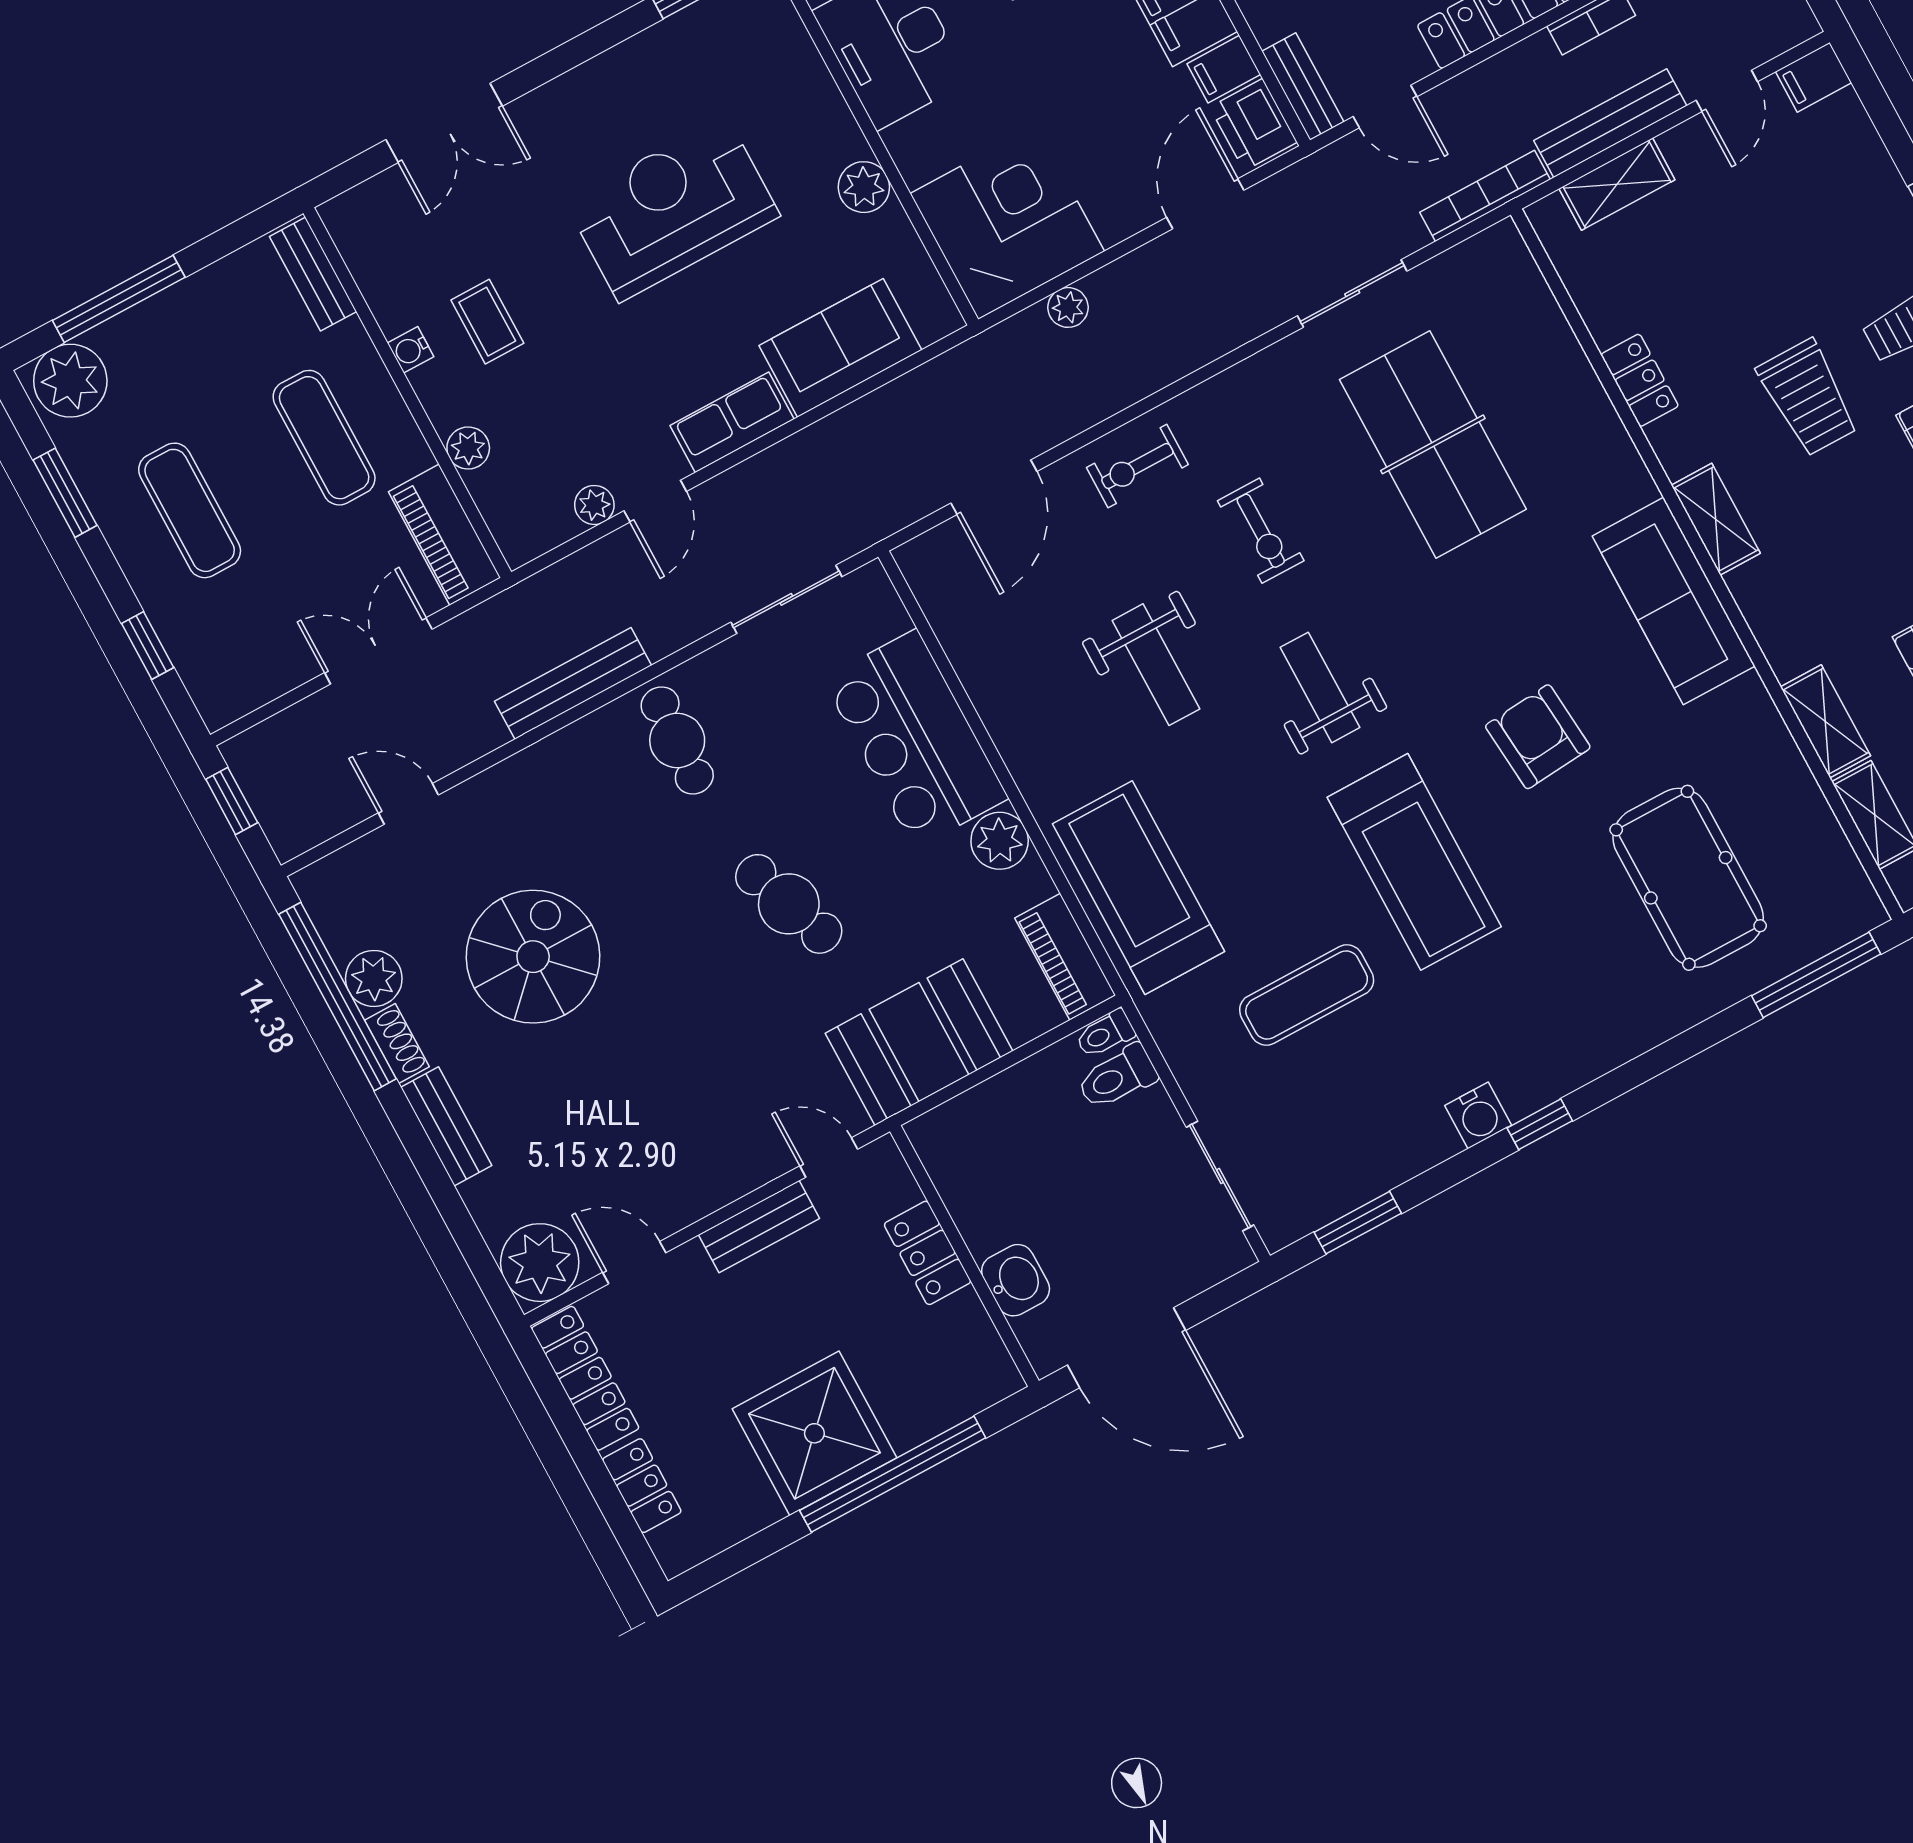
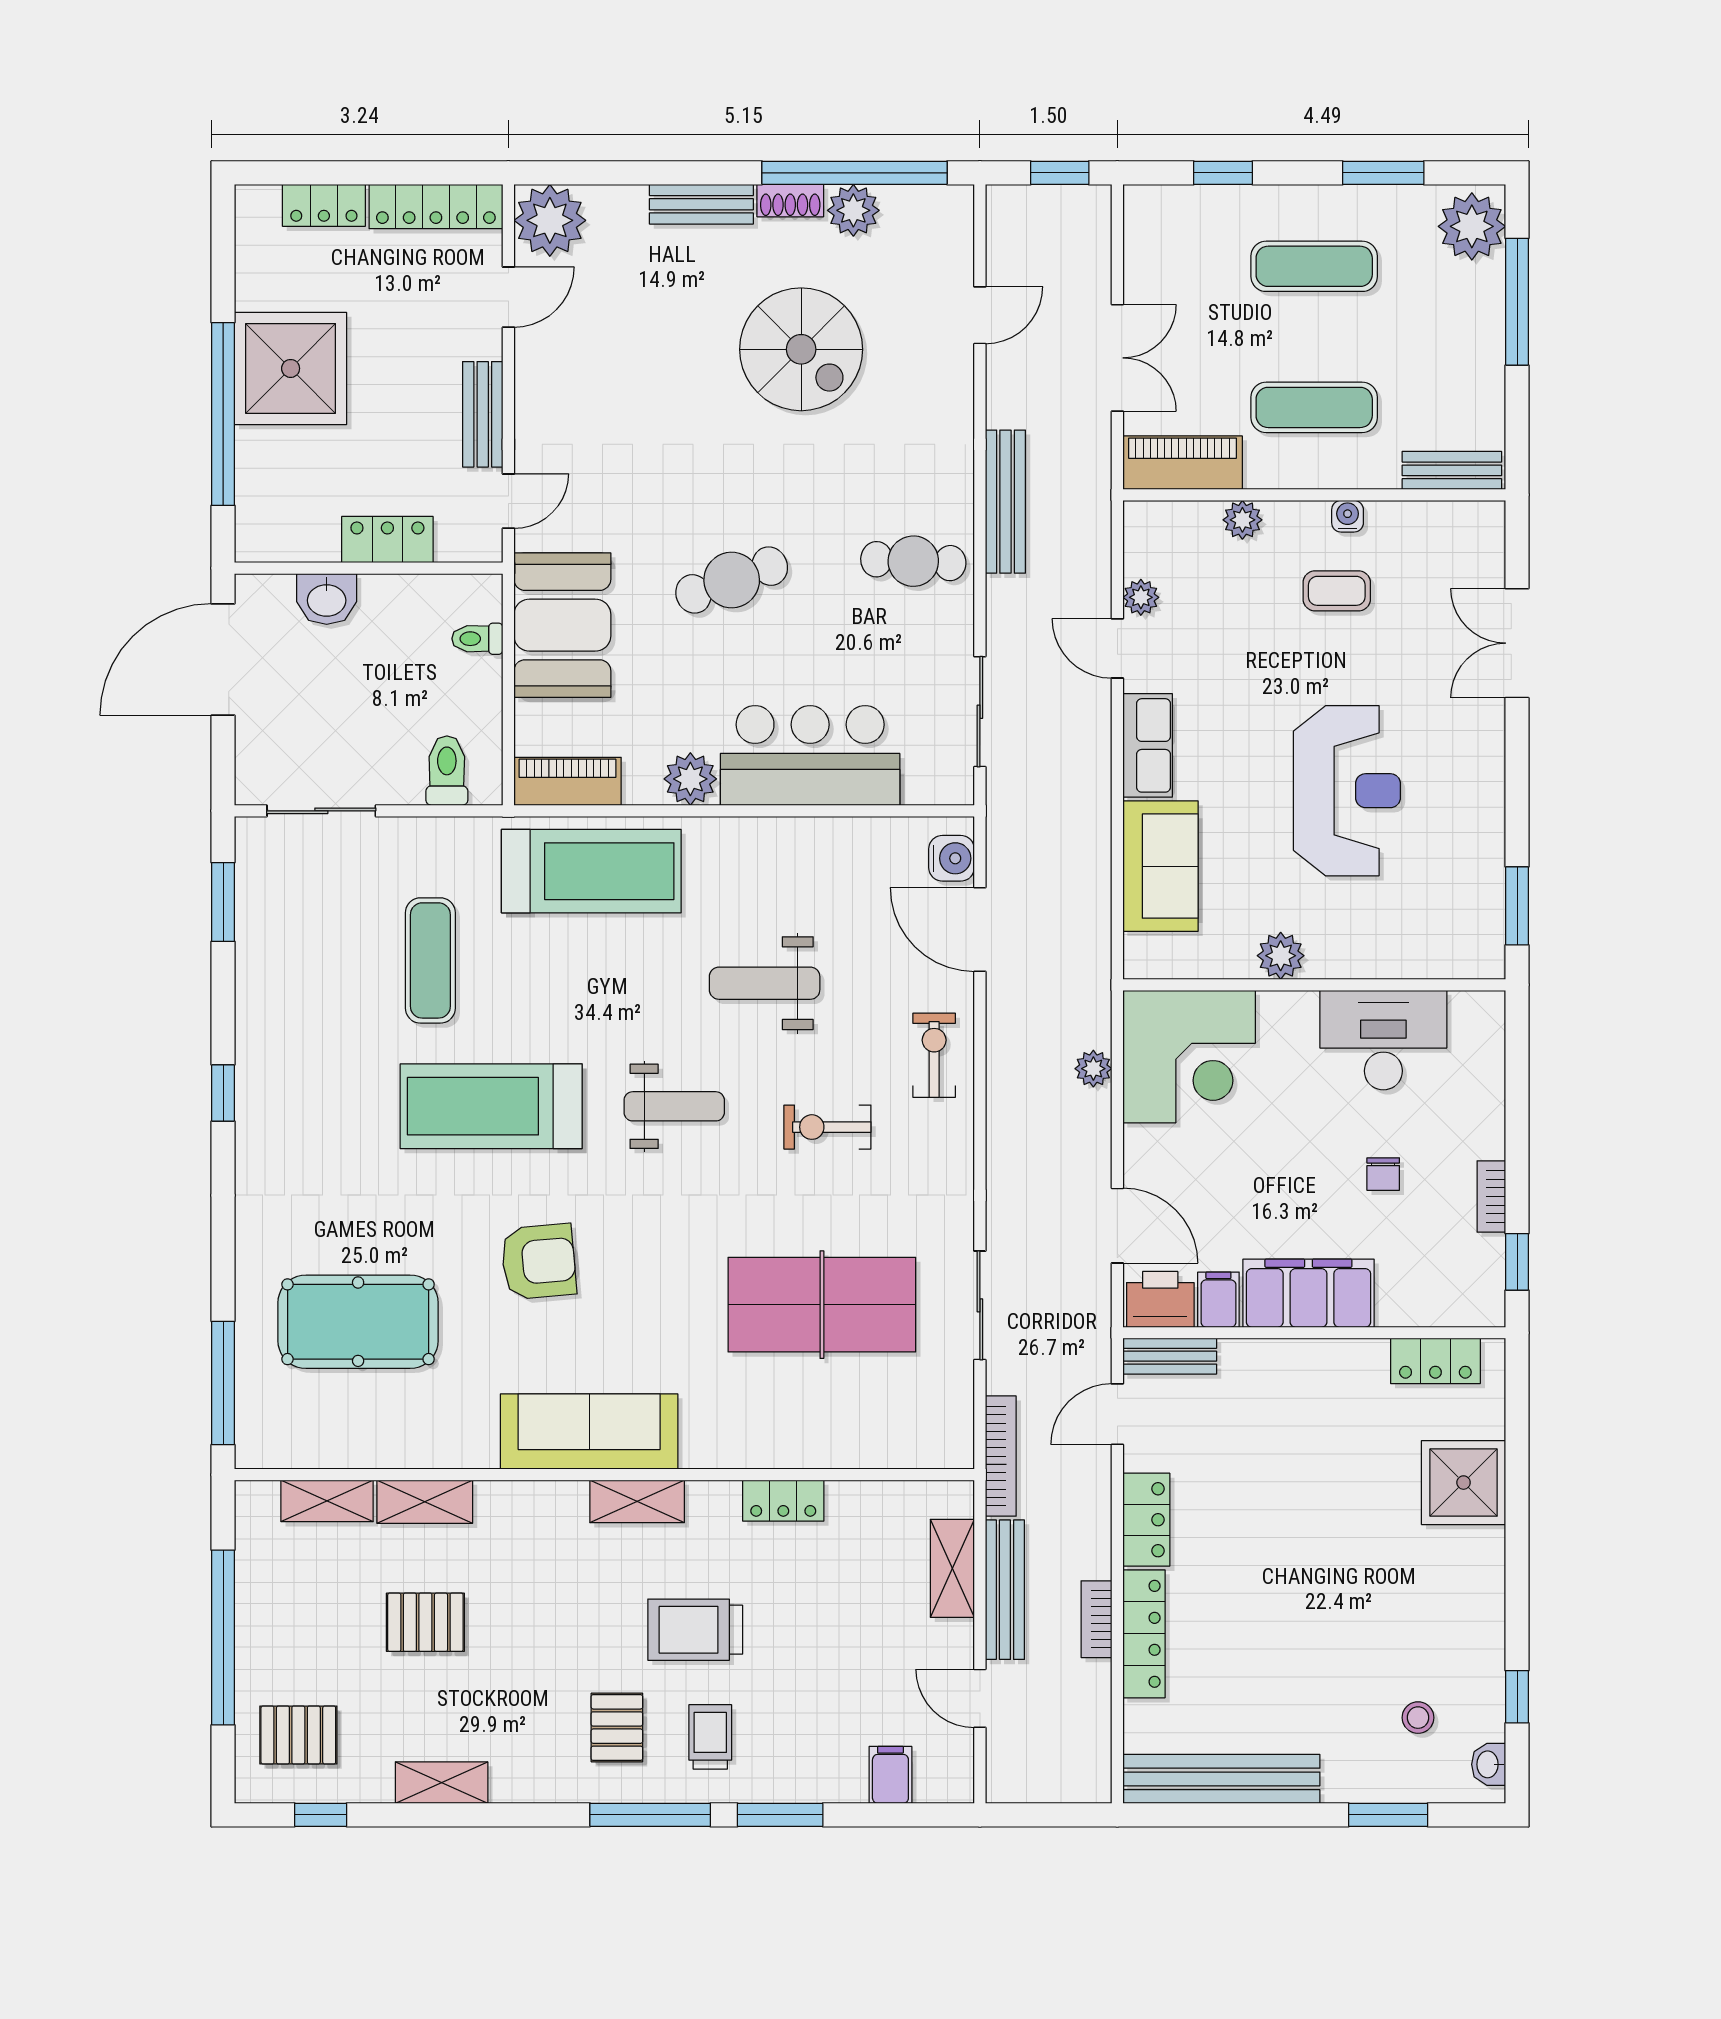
filing cabinet: (1813, 77) -> (890, 1775), moved
toilet: (1105, 1034) -> (477, 639), moved, turned -90
water cooler: (1478, 1115) -> (952, 858), moved, turned 180

